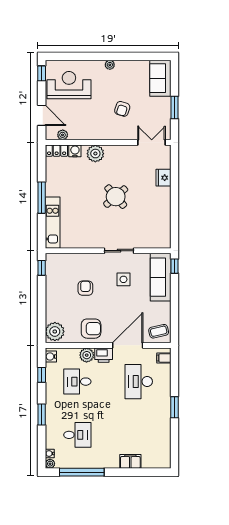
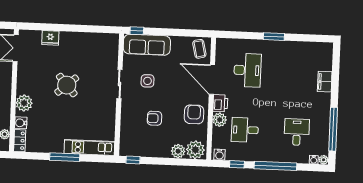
plant: (53, 314) -> (178, 151), added
filing cabinet: (164, 358) -> (226, 45), removed
desk: (77, 382) -> (245, 130), turned 90
desk: (139, 382) -> (247, 70), turned -90
window: (42, 414) -> (275, 166), width x2.11

